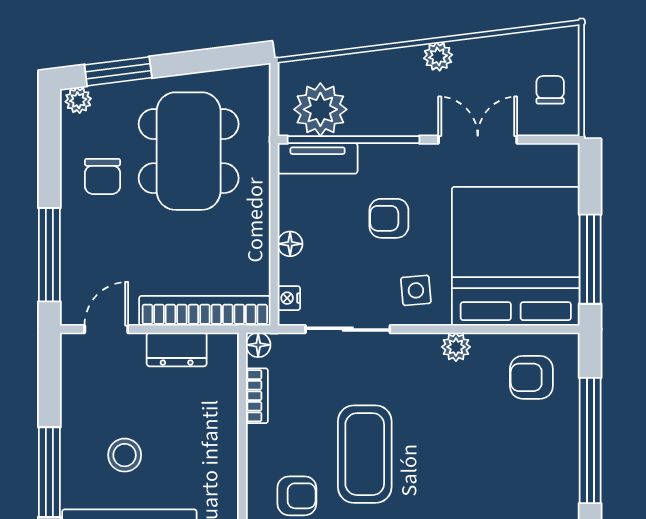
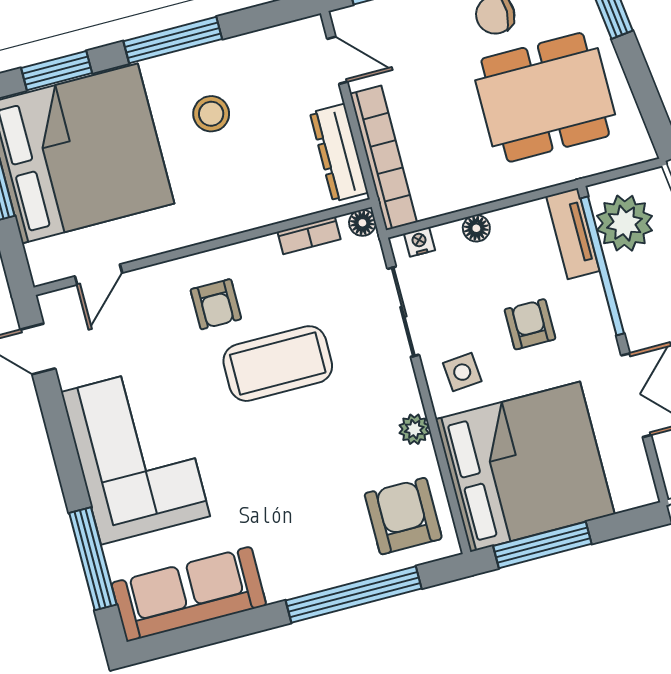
dresser: (177, 349) -> (339, 153), width x1.44
armchair: (531, 377) -> (403, 516), width x1.38, depth x1.38

